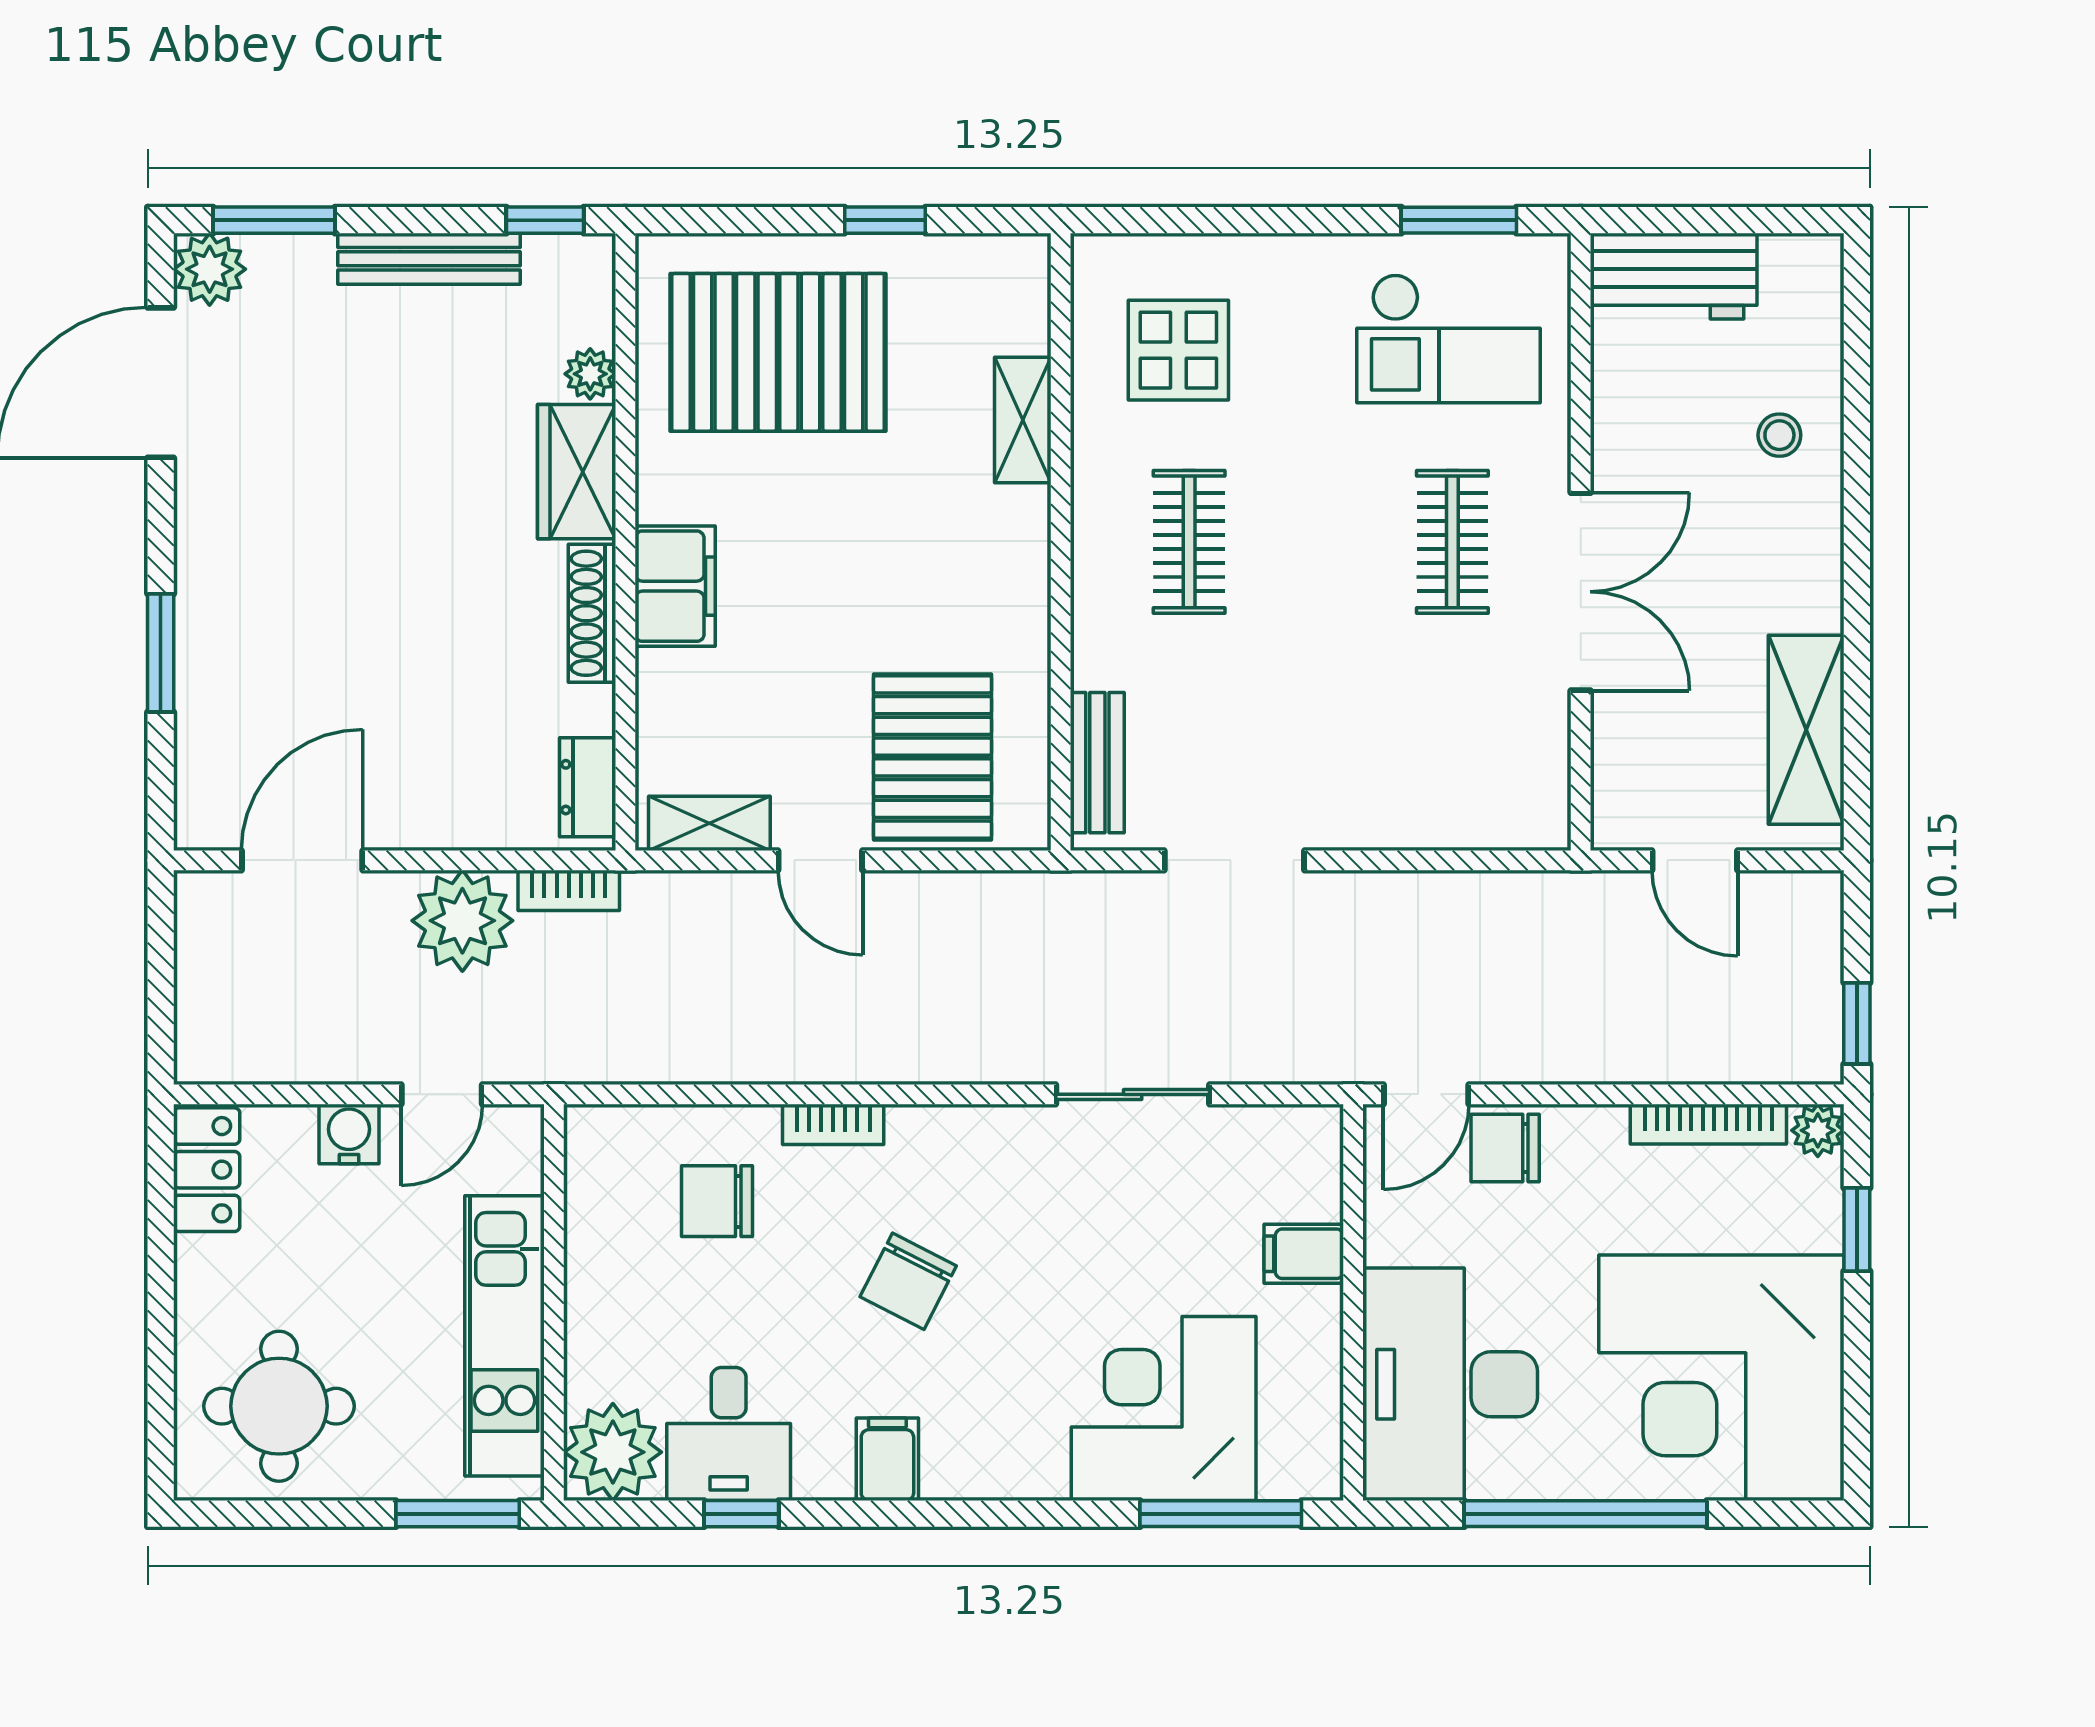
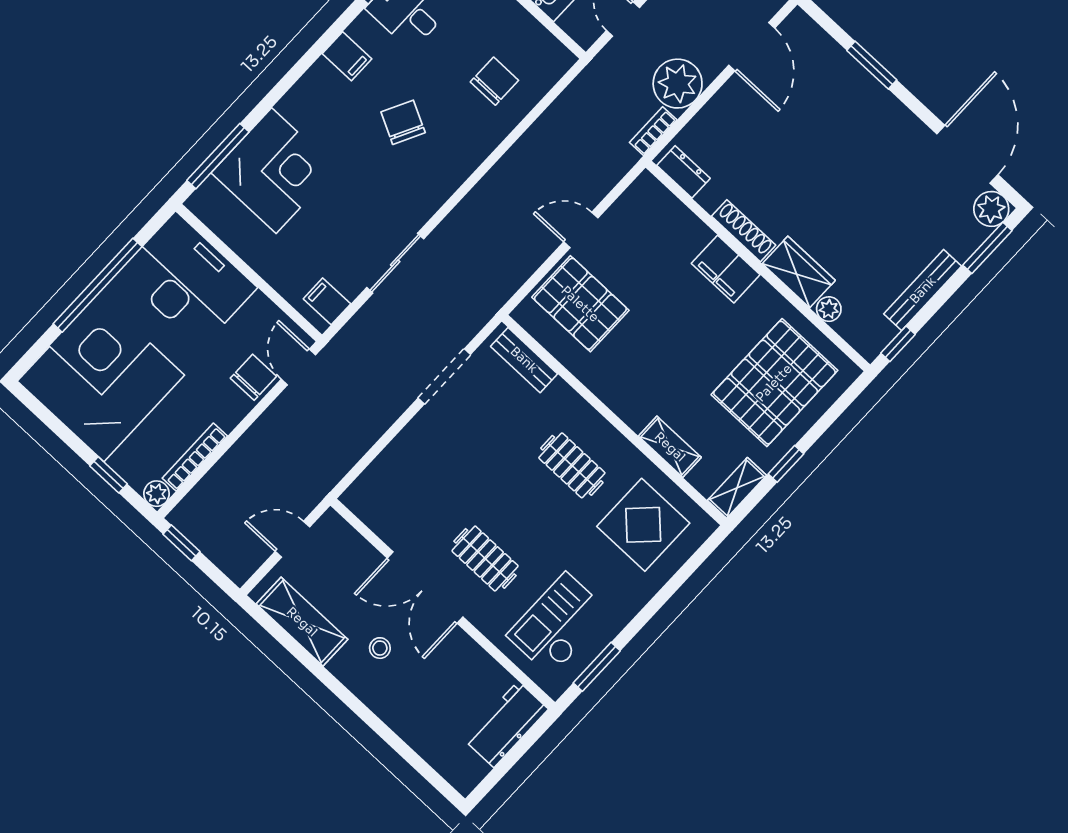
display table: (1178, 350) -> (643, 525), width x1.36, depth x1.36
stool: (1779, 435) -> (380, 648), moved
shelving: (709, 823) -> (737, 488), moved
bookcase: (833, 1124) -> (483, 147), removed
filing cabinet: (1304, 1254) -> (327, 301), moved, turned -90

